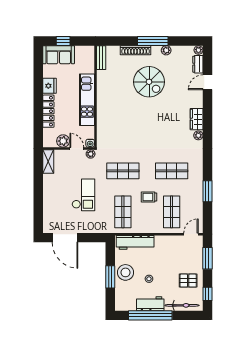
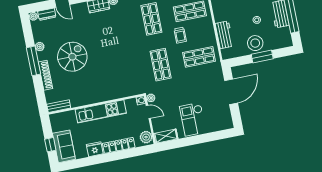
plant: (63, 141) -> (146, 137), moved
door: (77, 148) -> (148, 112), swing flipped
checkout: (83, 195) -> (193, 119), moved, turned -90
door: (65, 238) -> (231, 92), moved
workbench: (135, 242) -> (224, 35), width x0.73

